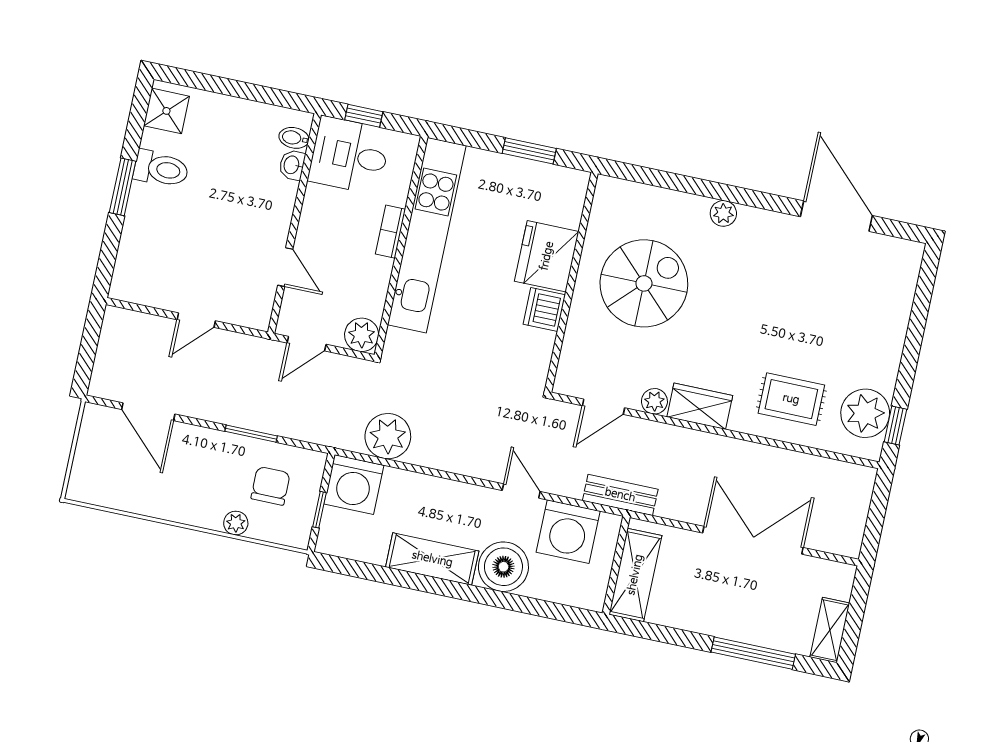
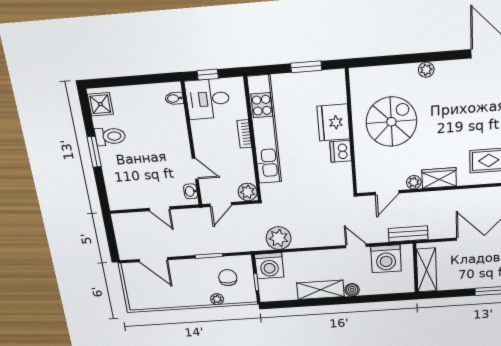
washbasin: (292, 165) -> (191, 191), moved
door: (196, 320) -> (160, 209), hinge flipped
boiler: (503, 567) -> (352, 290), width x0.54, depth x0.54

